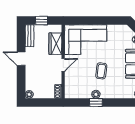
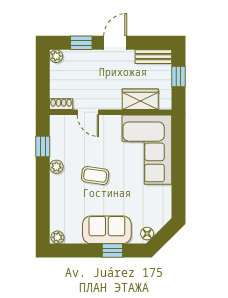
door: (63, 65) -> (88, 112), moved
window: (21, 79) -> (81, 43), added
window: (96, 102) -> (43, 146), moved

